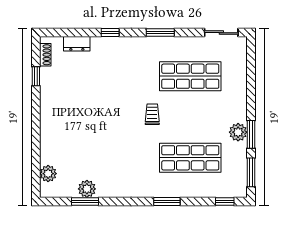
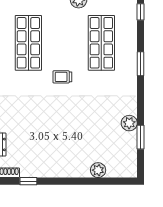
plant: (48, 174) -> (98, 170), moved
plant: (87, 189) -> (129, 123), moved

